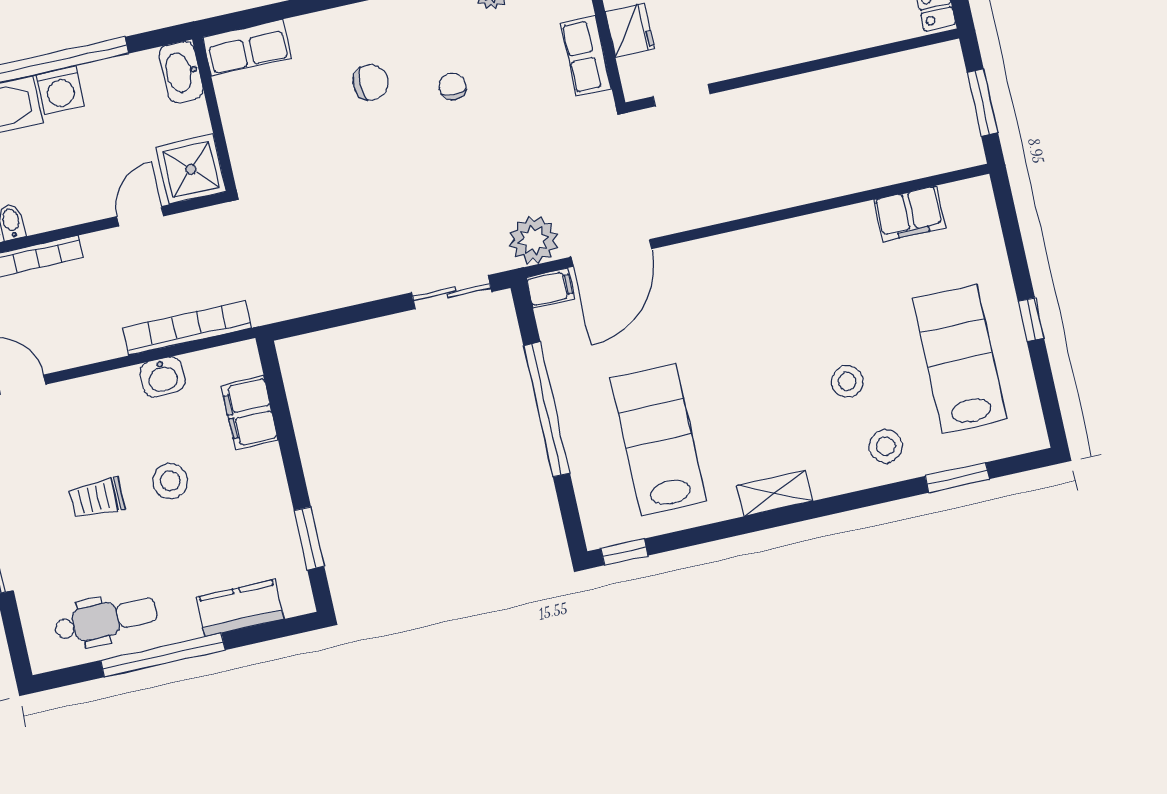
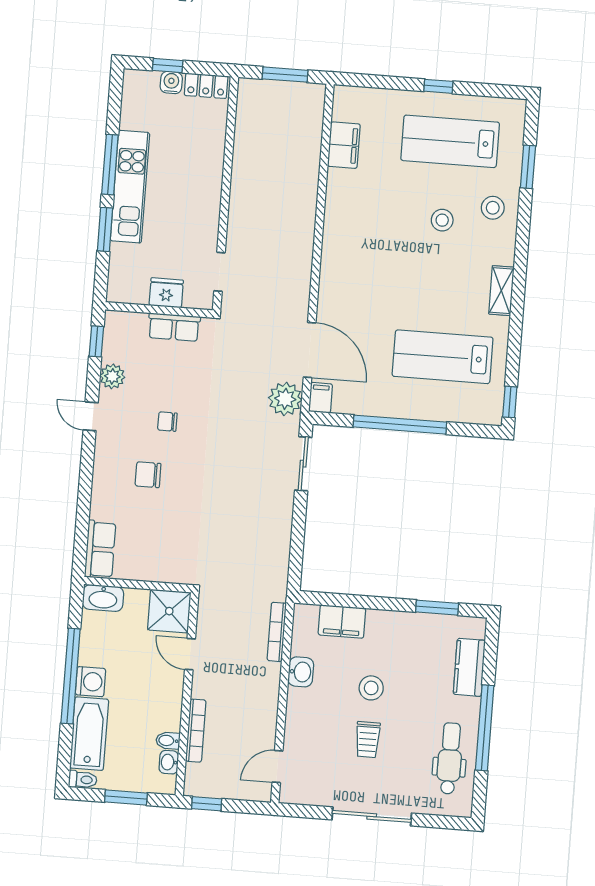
chair: (371, 82) -> (148, 475), turned -90
bookcase: (187, 328) -> (277, 632), width x0.68, depth x0.76

